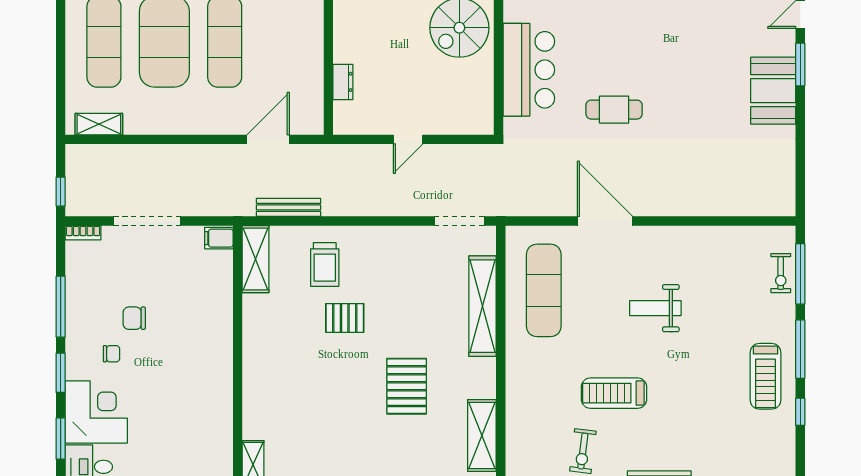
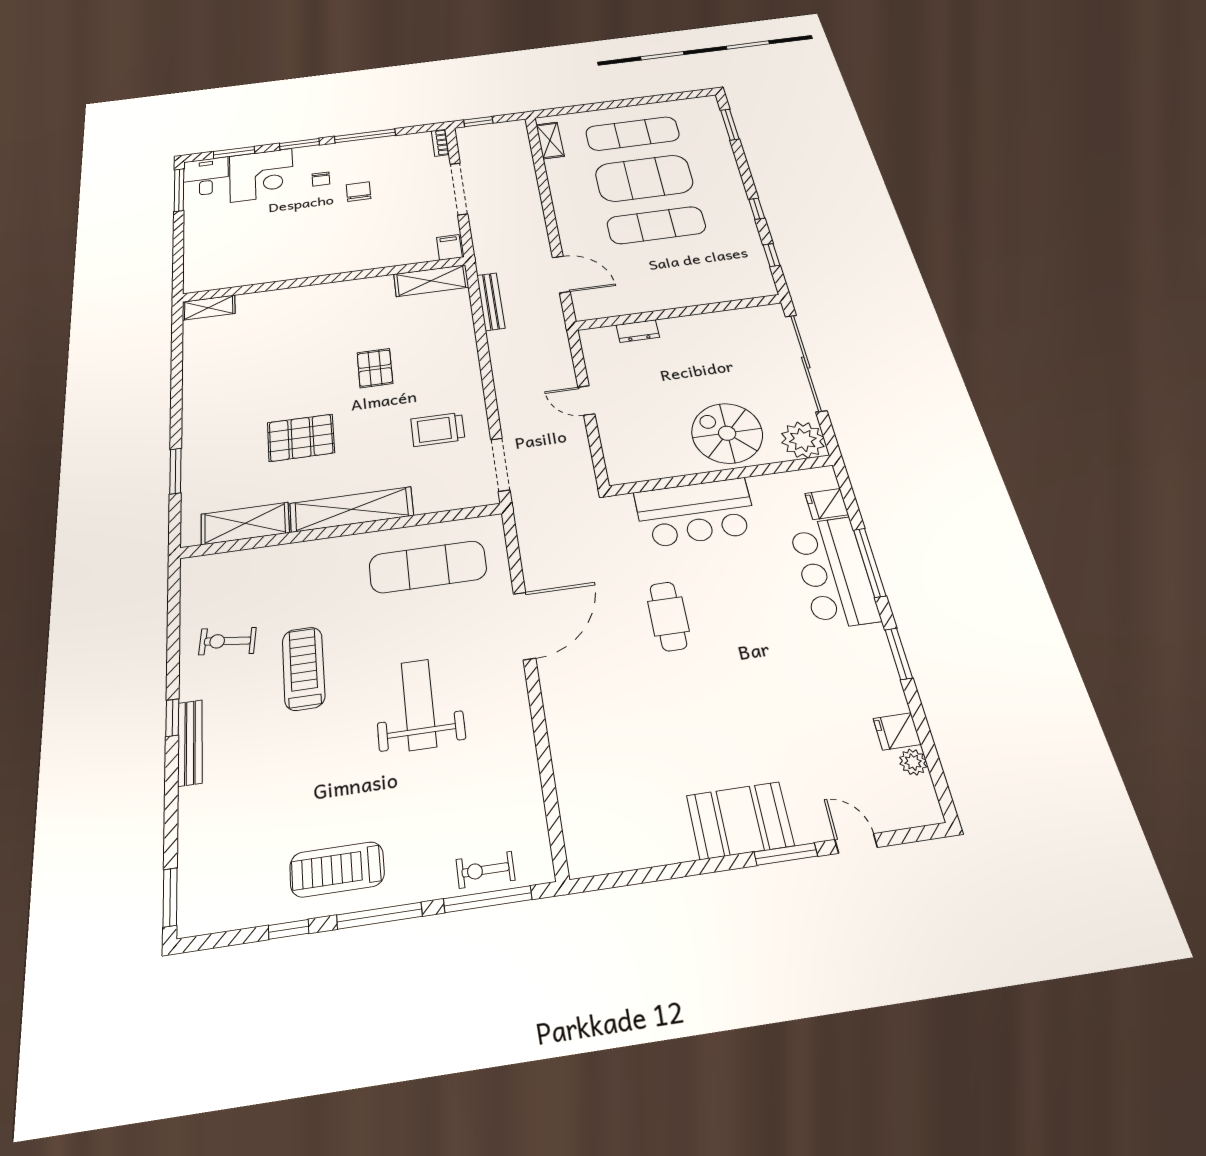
trolley: (325, 264) -> (438, 429), moved
shelving: (483, 306) -> (352, 509), moved
weight bench: (655, 308) -> (419, 704), width x1.36, depth x1.33

